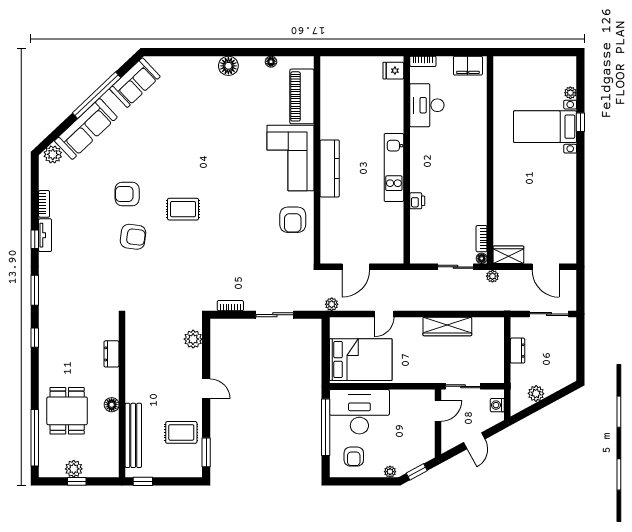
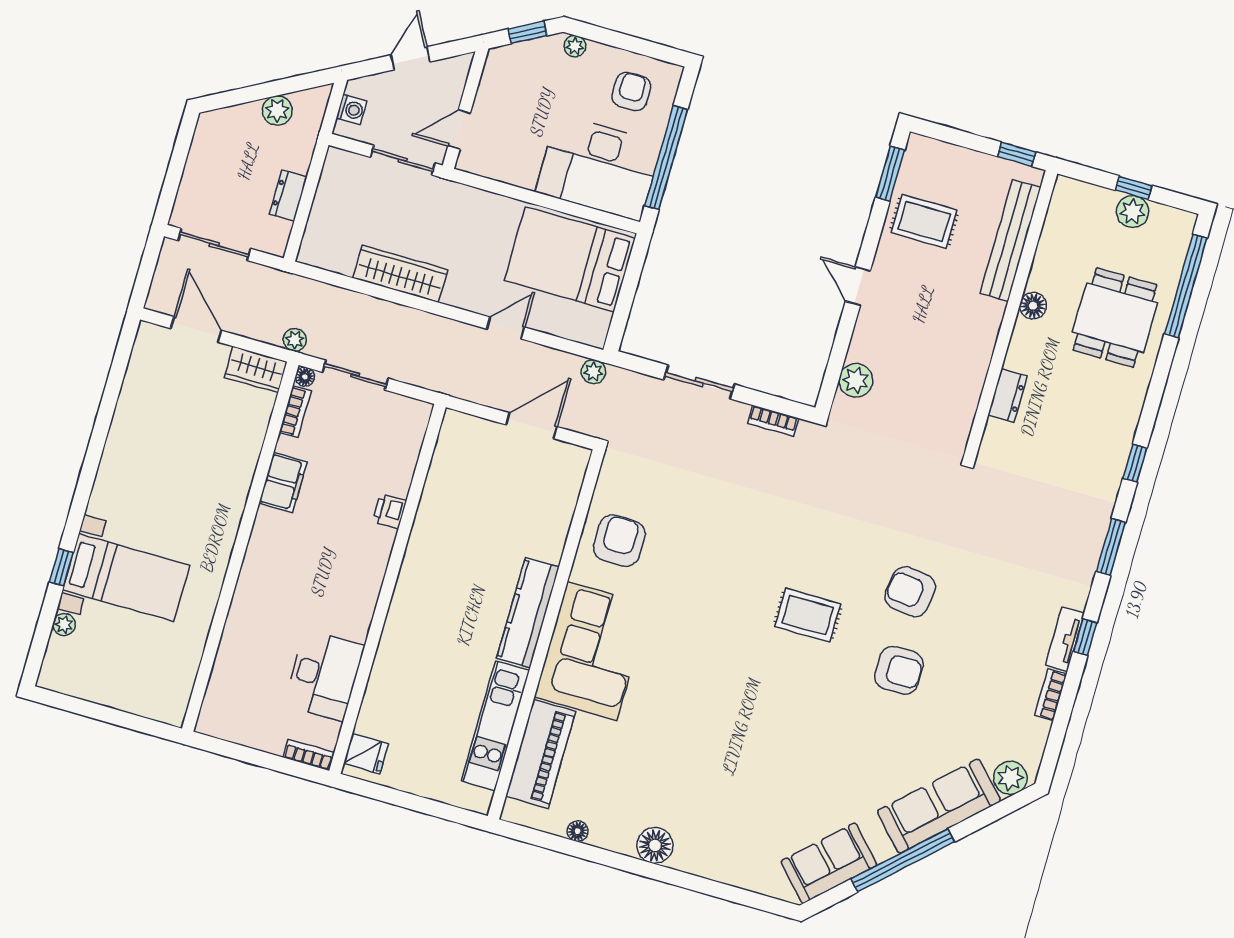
filing cabinet: (468, 66) -> (283, 482), moved, turned 90
kitchen unit: (394, 168) -> (495, 726), moved, turned 180

